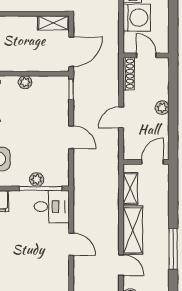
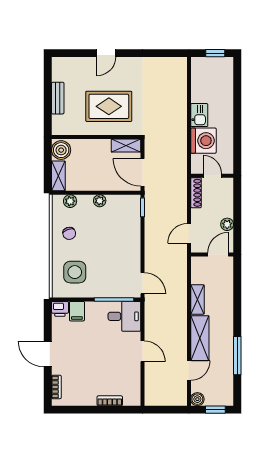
door: (71, 52) -> (143, 172), swing flipped
door: (71, 137) -> (143, 283), moved
wall: (146, 162) -> (212, 255), moved
door: (153, 162) -> (218, 255), moved
plant: (37, 180) -> (111, 291), removed
door: (121, 265) -> (189, 371), hinge flipped

